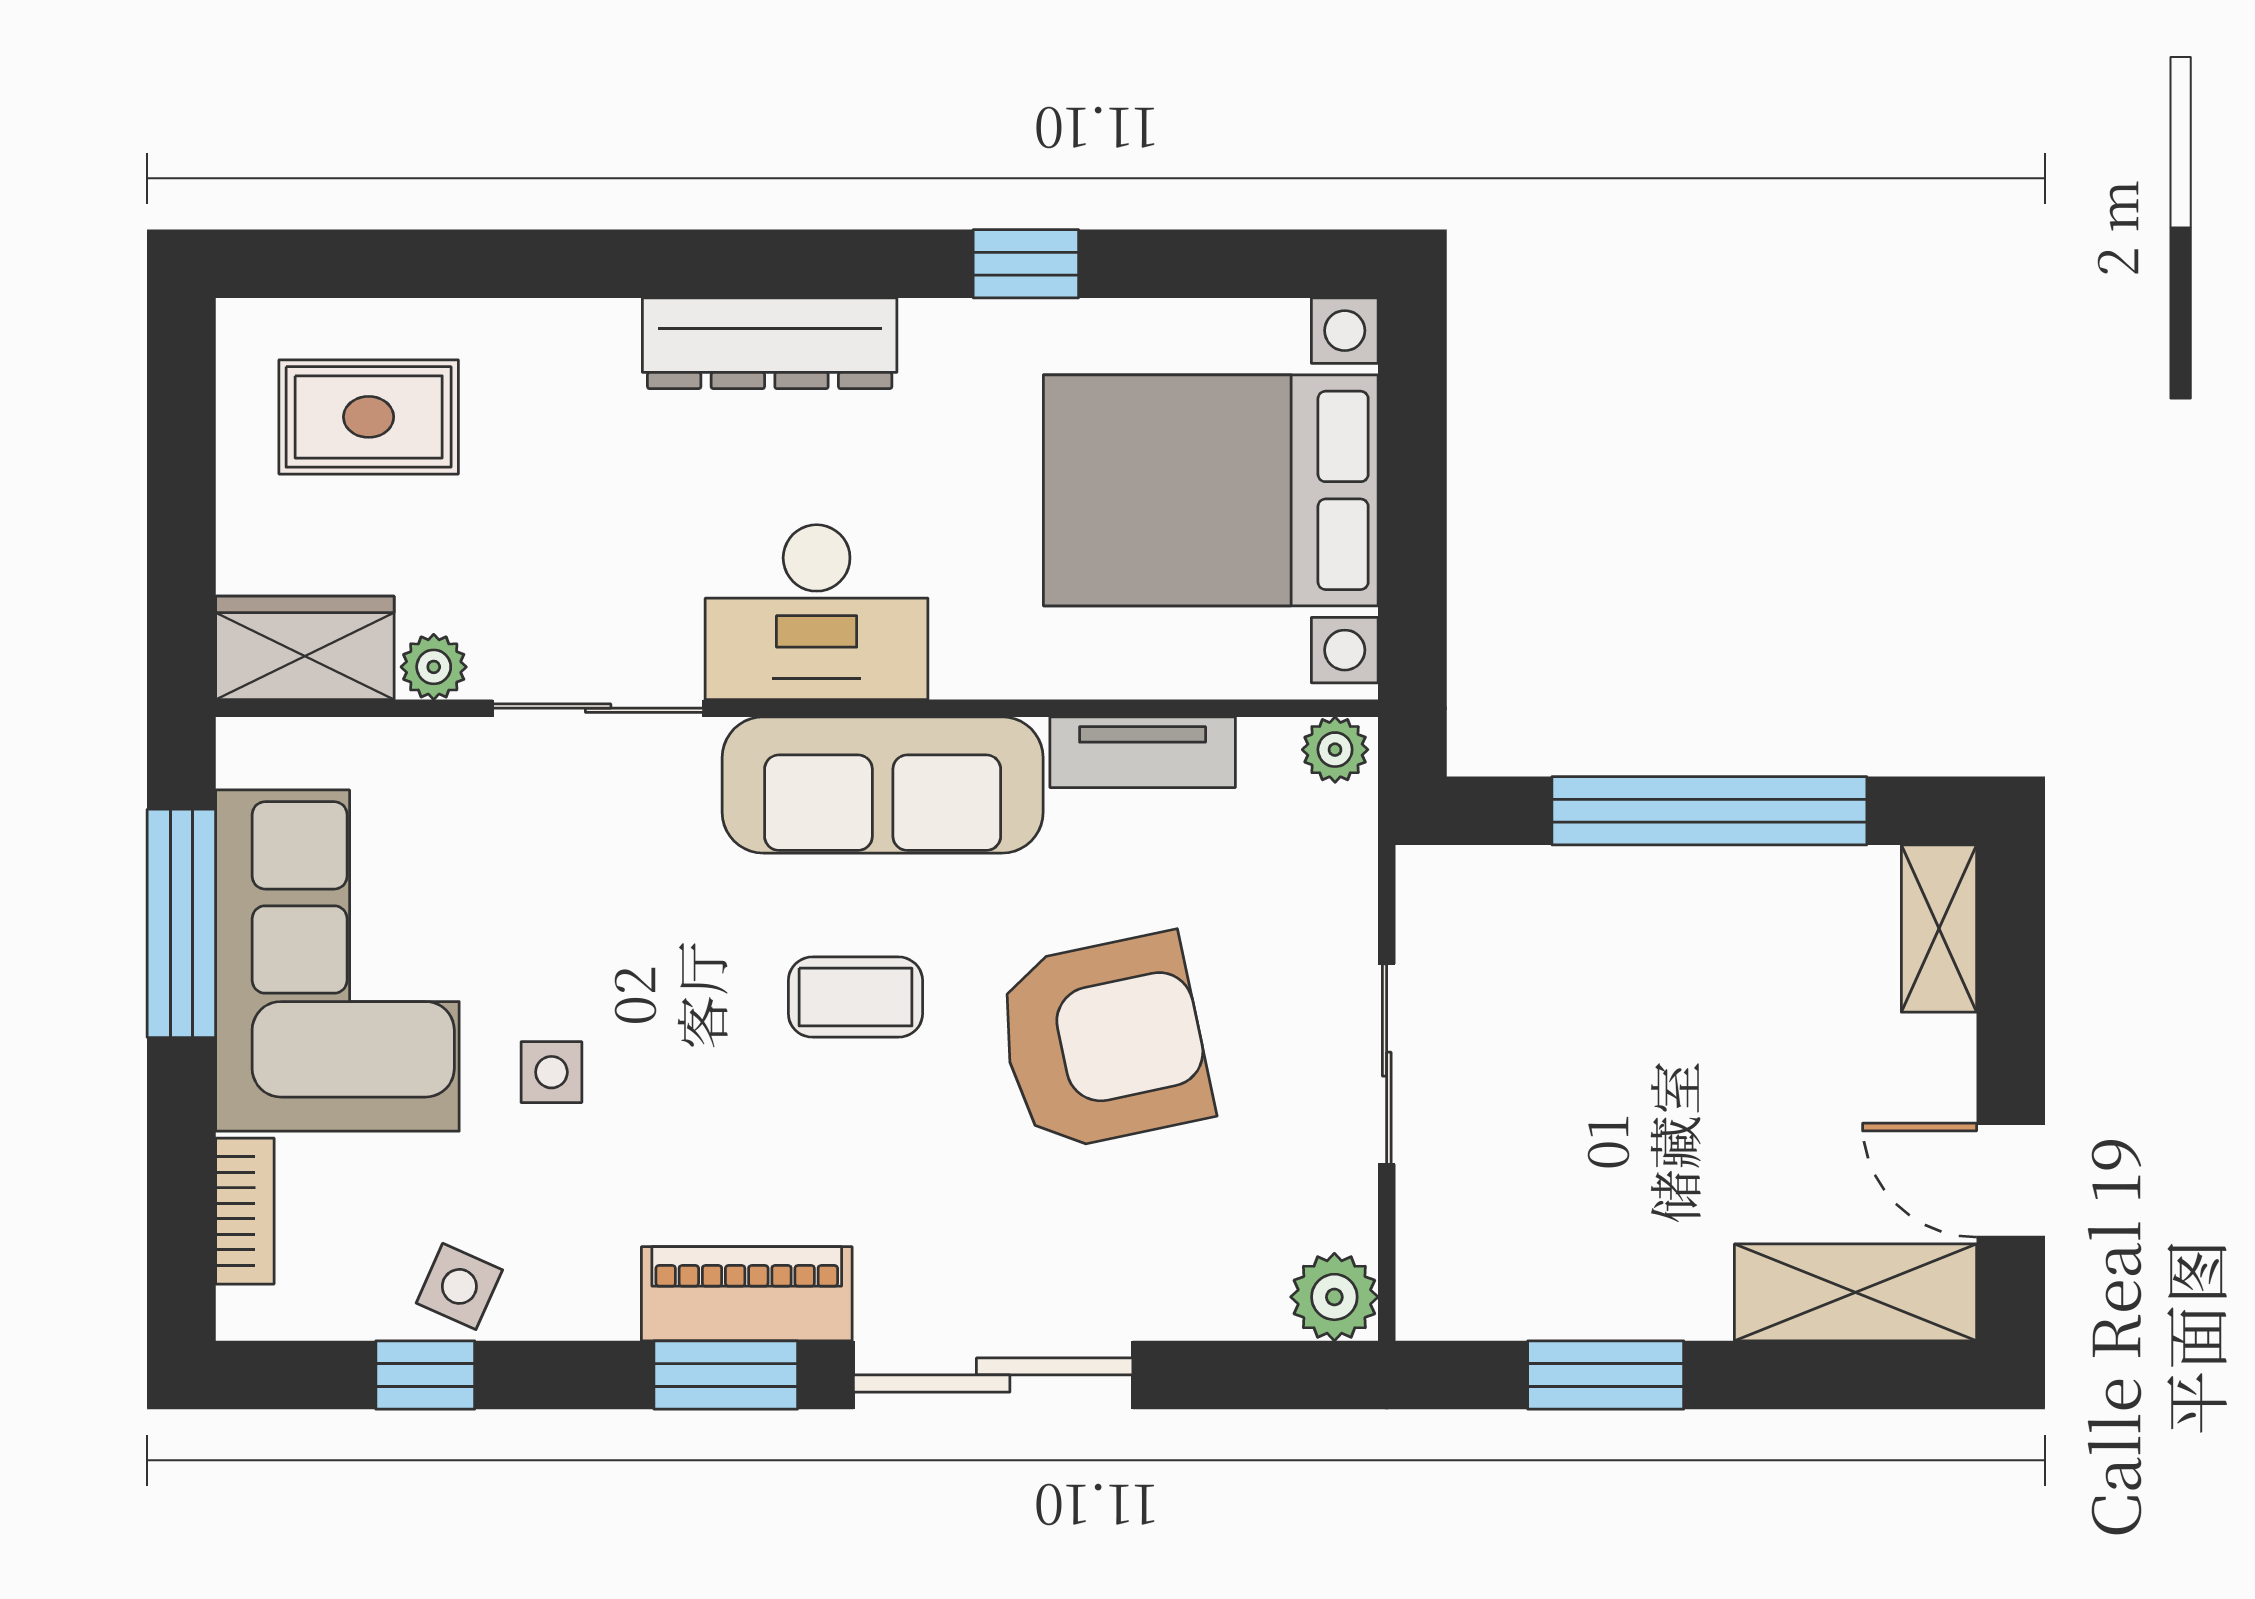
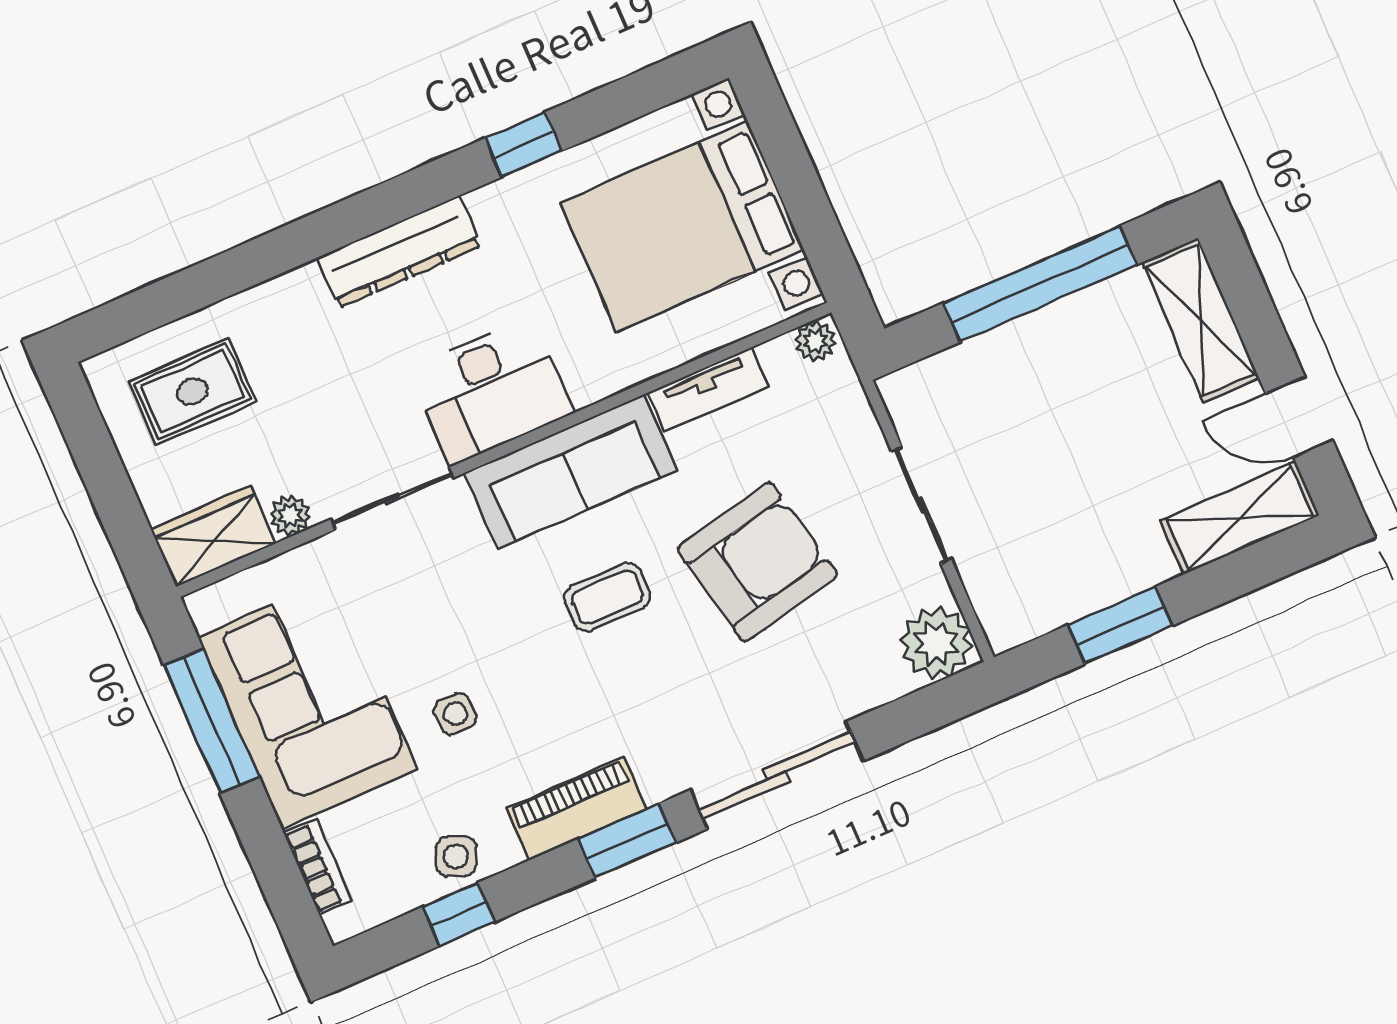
shelving: (1939, 929) -> (1201, 320), width x1.50, depth x1.33
piano: (747, 1294) -> (576, 809), moved
plant: (1334, 1297) -> (936, 643), width x1.36, depth x1.36

